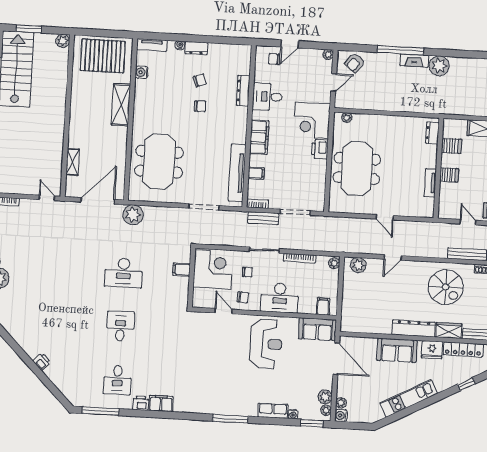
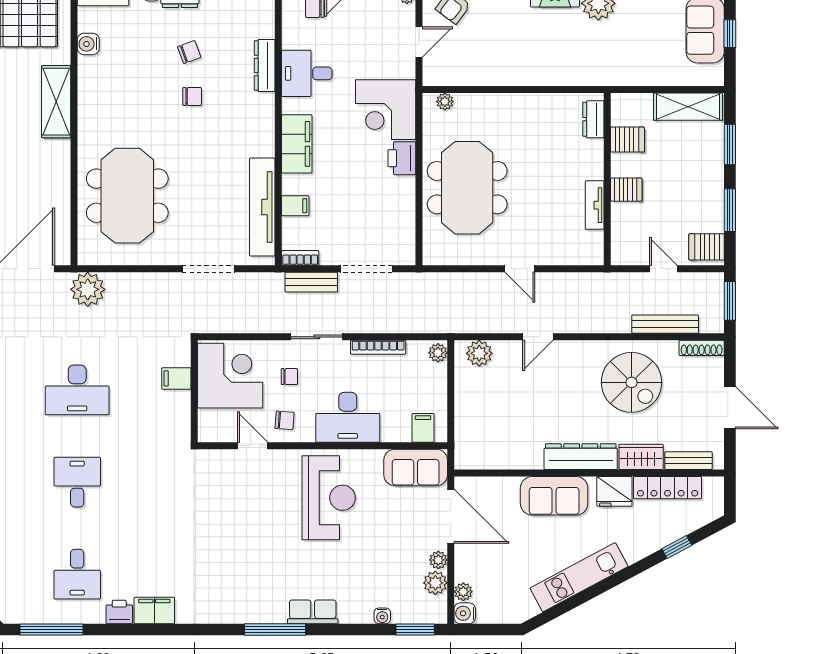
plant: (326, 410) -> (438, 560), moved
row of seats: (273, 411) -> (313, 612), moved

